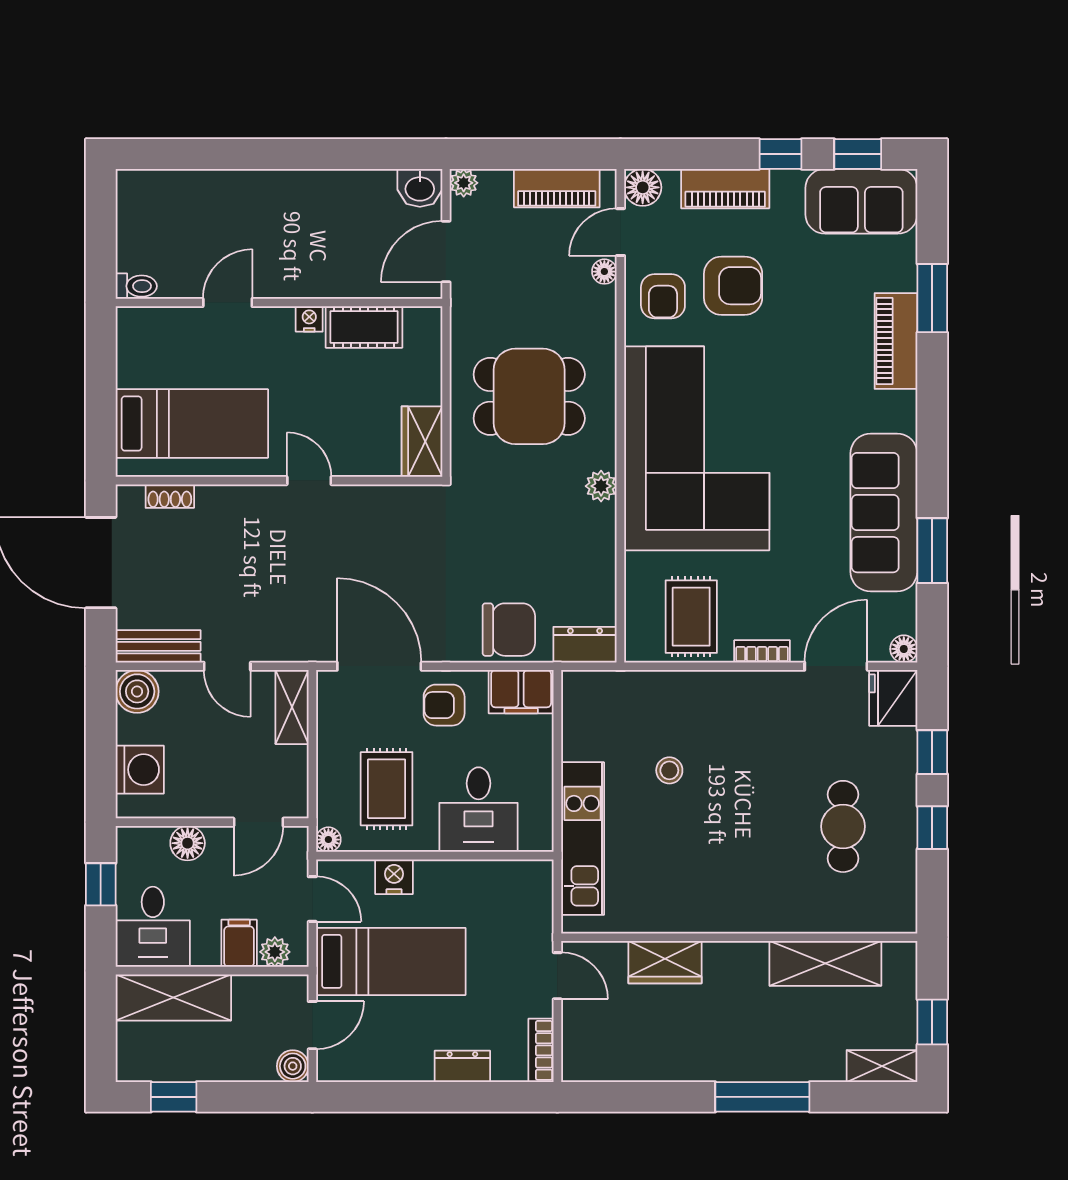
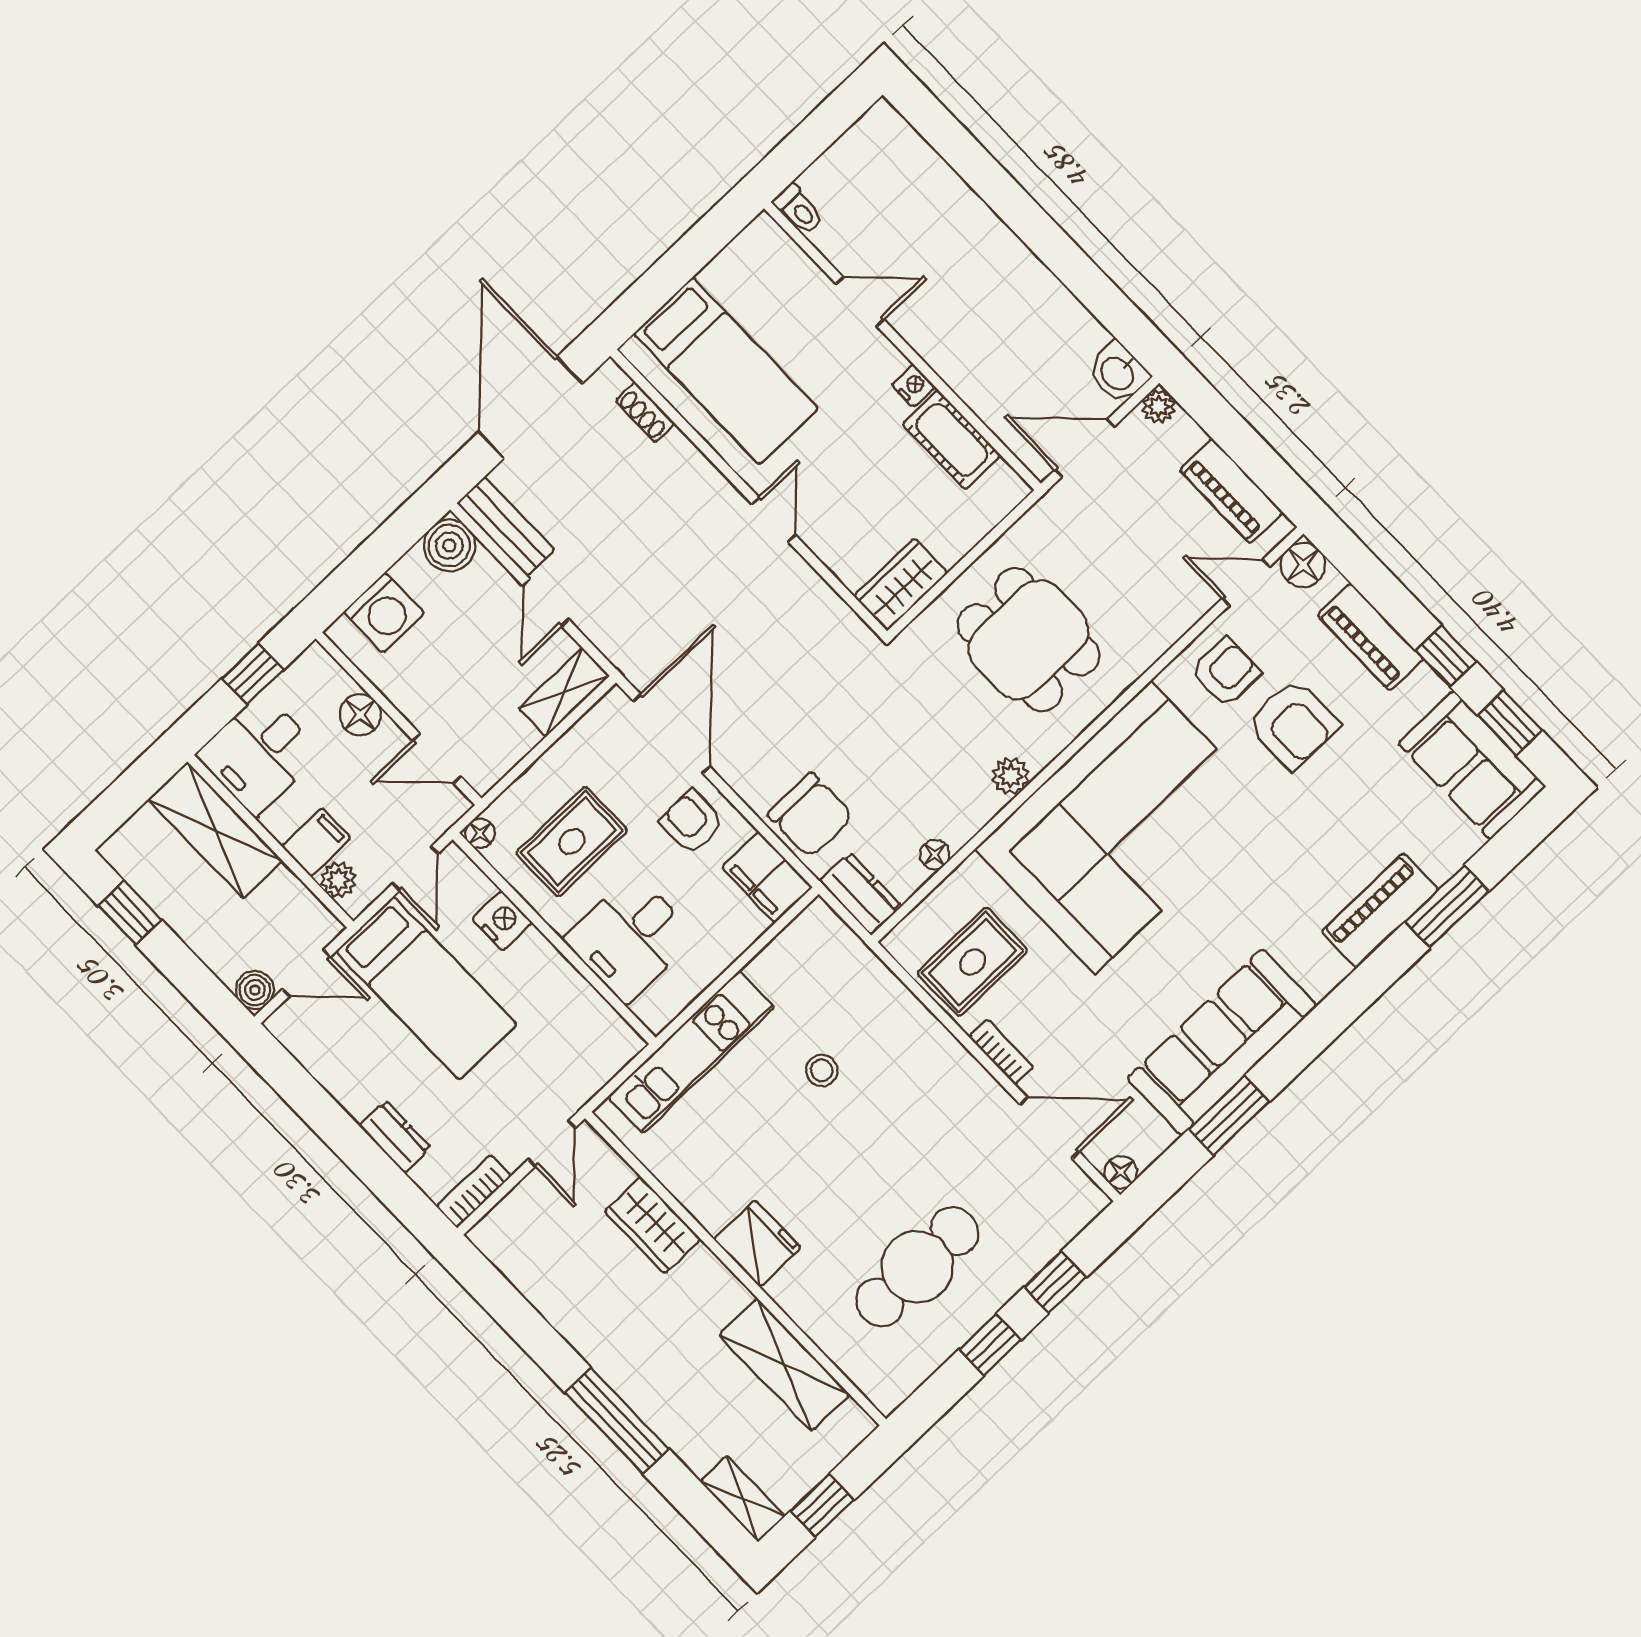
floor lamp: (604, 272) -> (935, 854), moved
armchair: (663, 296) -> (1226, 672), turned 180
fridge: (893, 698) -> (757, 1243), moved, turned 90
cafe table: (843, 826) -> (917, 1267), width x1.37, depth x1.35

